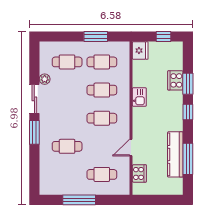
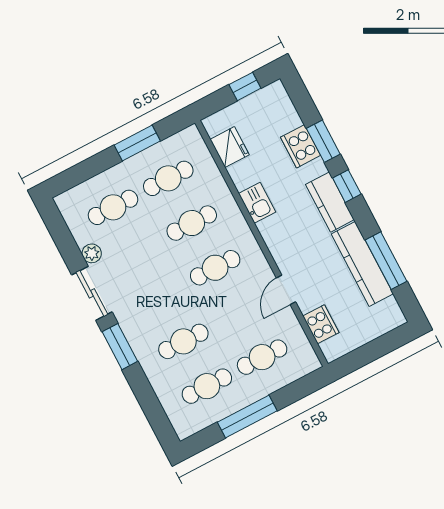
fridge: (140, 50) -> (230, 147), moved
kitchen counter: (175, 116) -> (330, 202), added
cafe table: (67, 174) -> (207, 386), added

